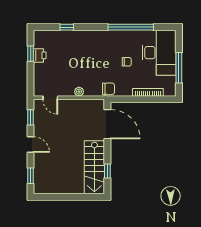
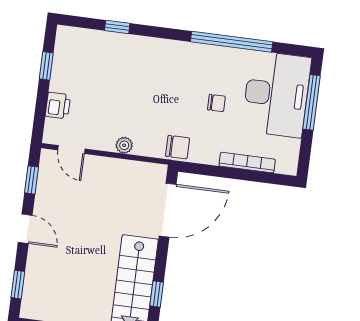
printer: (40, 55) -> (58, 105), moved
window: (179, 68) -> (312, 102), moved
door: (107, 124) -> (168, 210), hinge flipped

